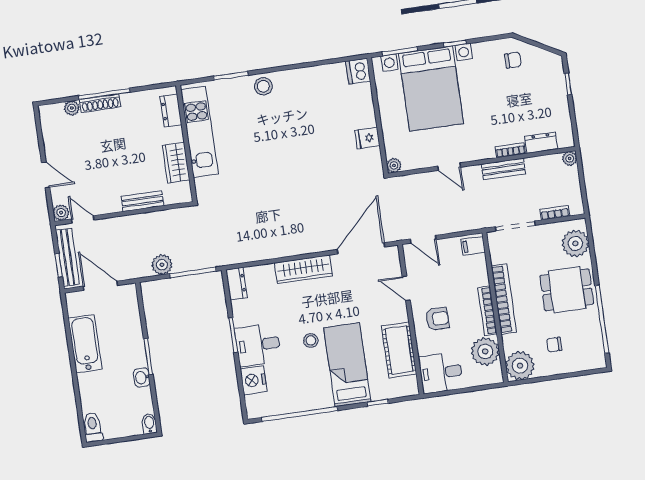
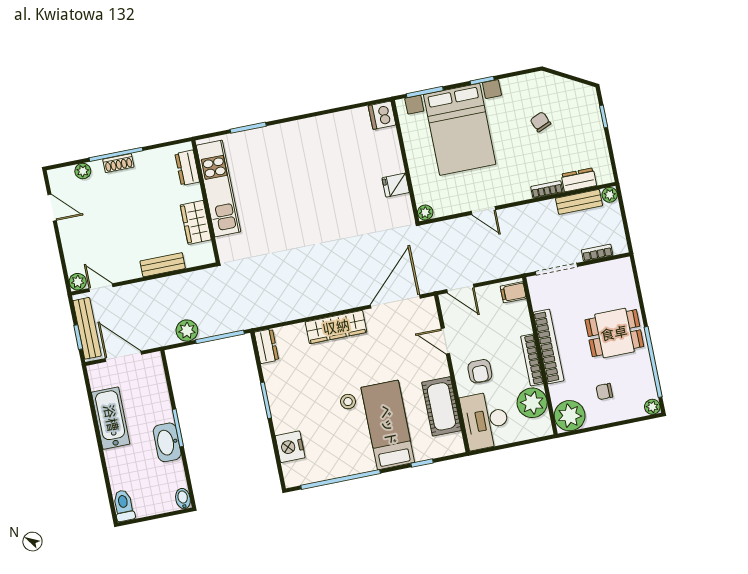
chair: (513, 60) -> (540, 122), moved, turned -113
stool: (263, 86) -> (283, 137), removed
shoe rack: (100, 103) -> (118, 163), width x0.70
bench: (503, 169) -> (579, 202), moved
door: (46, 175) -> (52, 208), moved
plant: (575, 243) -> (652, 407), moved, width x0.53, depth x0.53
armchair: (437, 319) -> (480, 371), turned 90
desk: (258, 345) -> (293, 409), removed
desk: (441, 373) -> (485, 420), width x1.37
washbasin: (142, 377) -> (167, 442), width x1.91, depth x1.45

